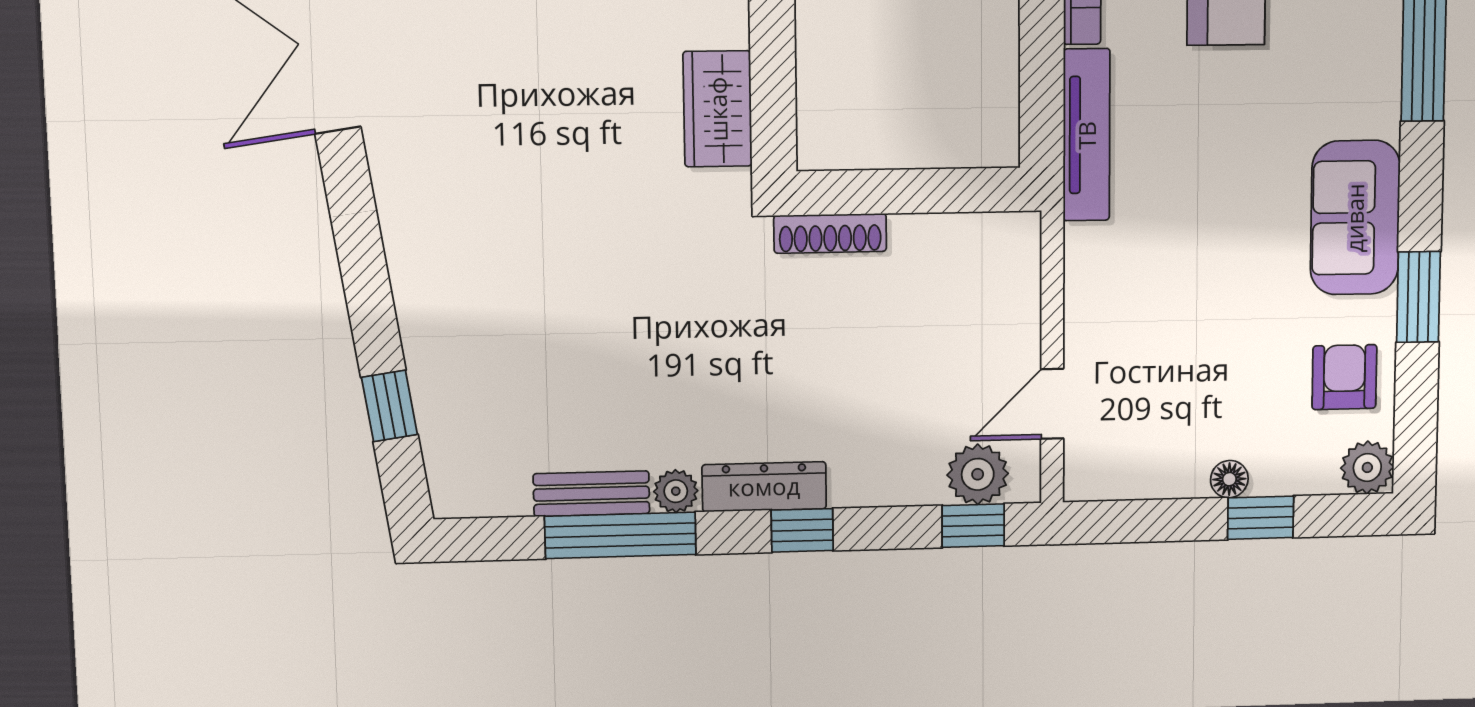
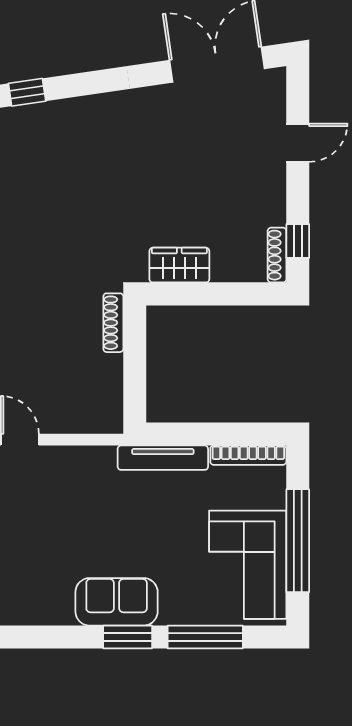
window: (1418, 297) -> (128, 637), moved
armchair: (1344, 377) -> (31, 598), removed

